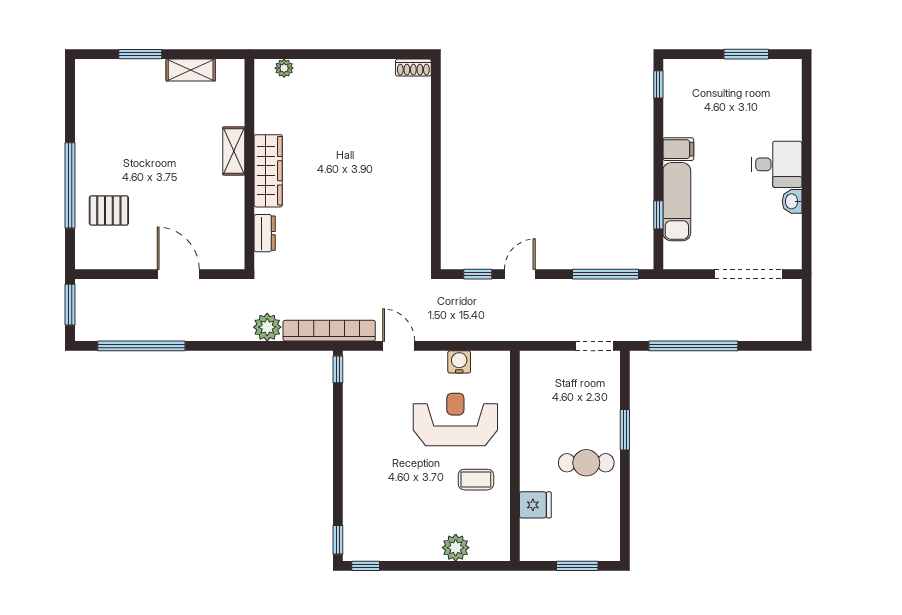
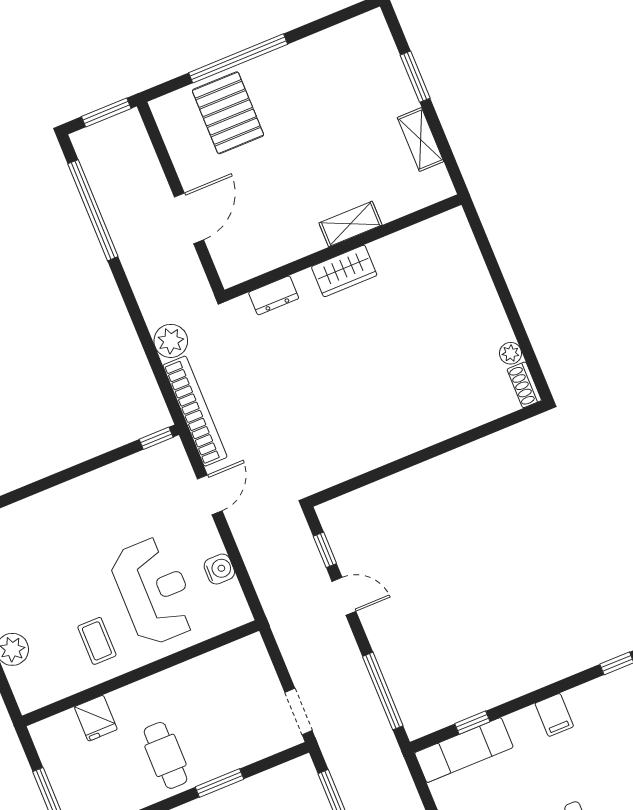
plant: (284, 68) -> (511, 353), moved
wardrobe: (268, 171) -> (344, 271), width x0.67
exam couch: (677, 202) -> (464, 750), moved
pallet: (109, 210) -> (228, 113), width x1.50, depth x1.42

